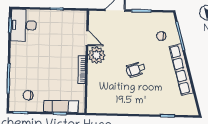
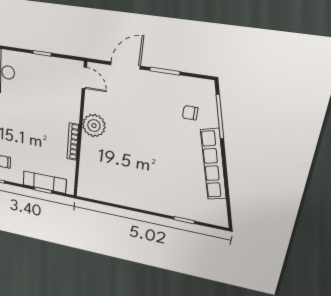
door: (87, 38) -> (84, 78), moved
wheelchair: (136, 69) -> (147, 153), removed

